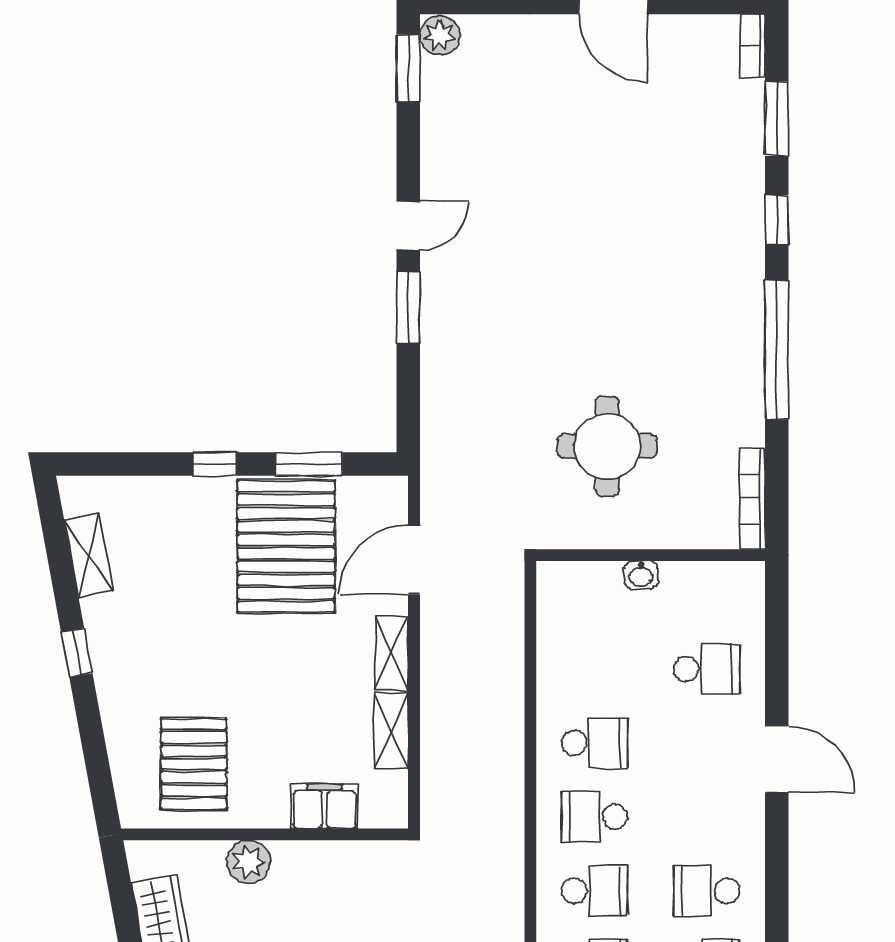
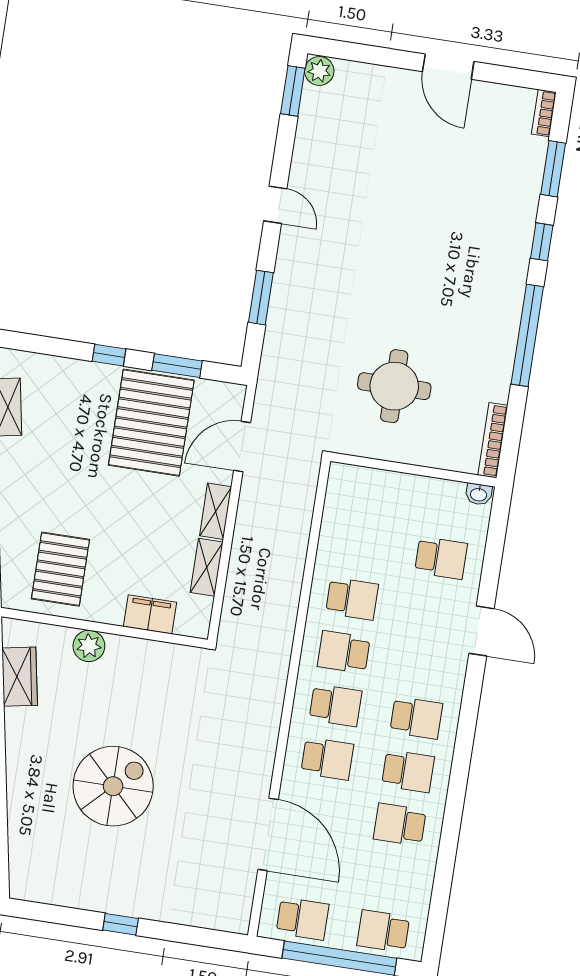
door: (408, 226) -> (275, 205), hinge flipped
window: (408, 308) -> (261, 298), moved
washbasin: (641, 575) -> (479, 494), moved
school desk: (707, 891) -> (416, 718), turned 180

